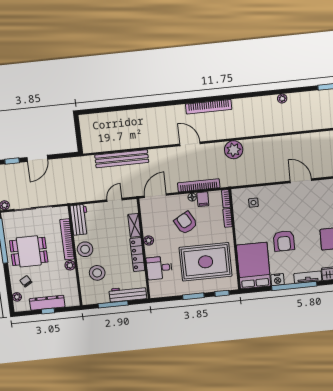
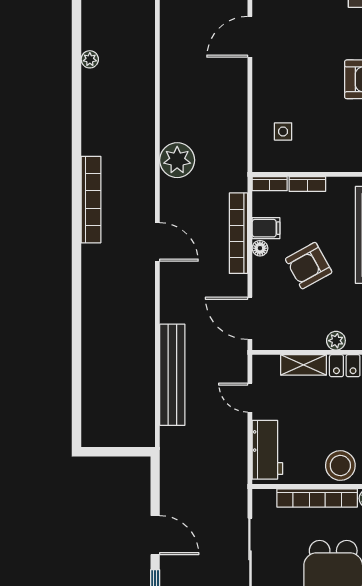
door: (190, 144) -> (157, 242), swing flipped
workbench: (80, 220) -> (267, 450), moved, turned 90

